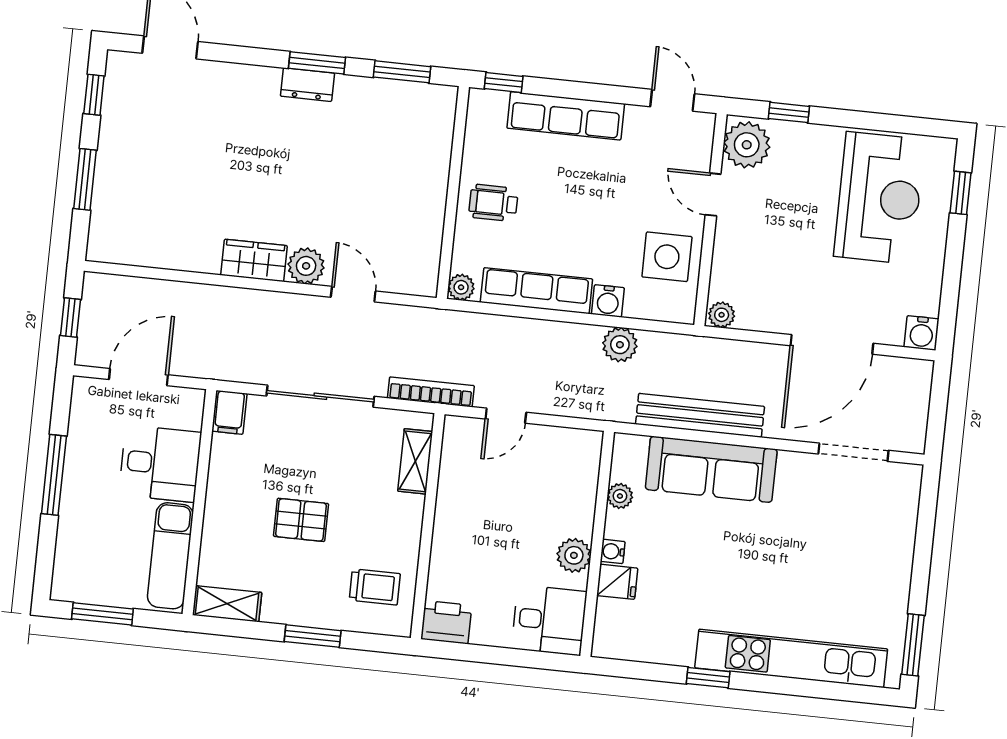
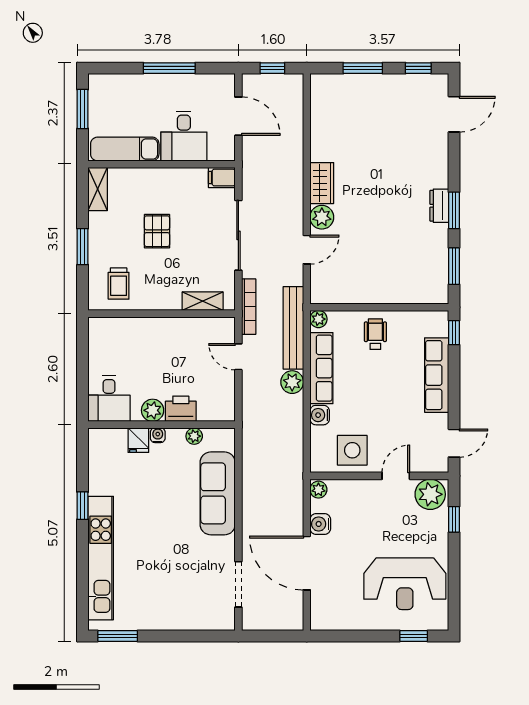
water cooler: (922, 333) -> (320, 524), moved
plant: (620, 345) -> (292, 382), moved
bench: (700, 415) -> (293, 328), moved
printer: (446, 622) -> (181, 409), moved, turned -90

